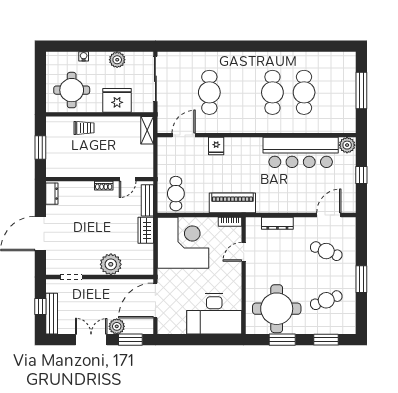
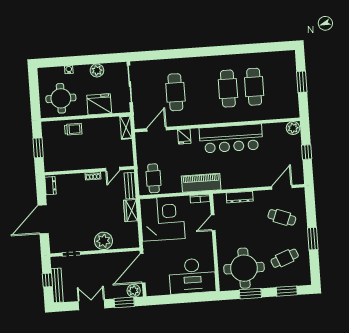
window: (361, 90) -> (302, 82), width x0.69
bar counter: (301, 152) -> (231, 138), moved
plant: (117, 326) -> (134, 291), moved

